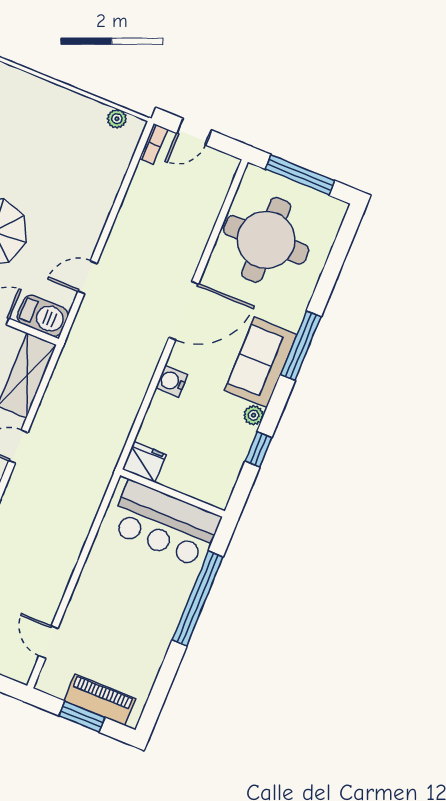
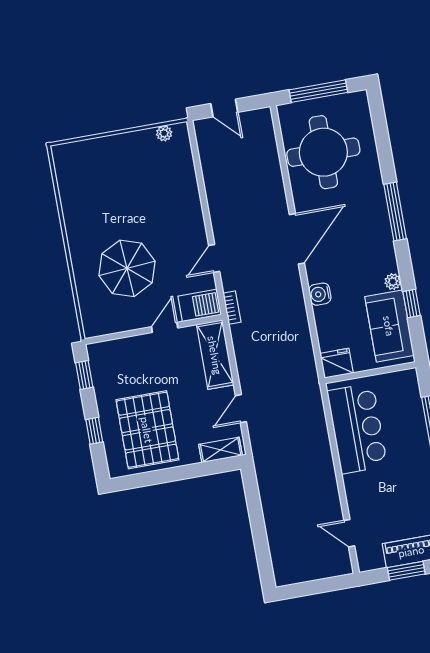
door: (194, 132) -> (224, 108), hinge flipped
bookcase: (153, 144) -> (232, 308), moved
sofa: (261, 362) -> (389, 326), moved
bar counter: (165, 524) -> (357, 428), moved, turned -90

